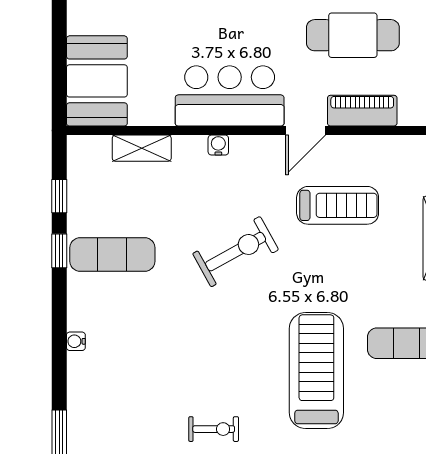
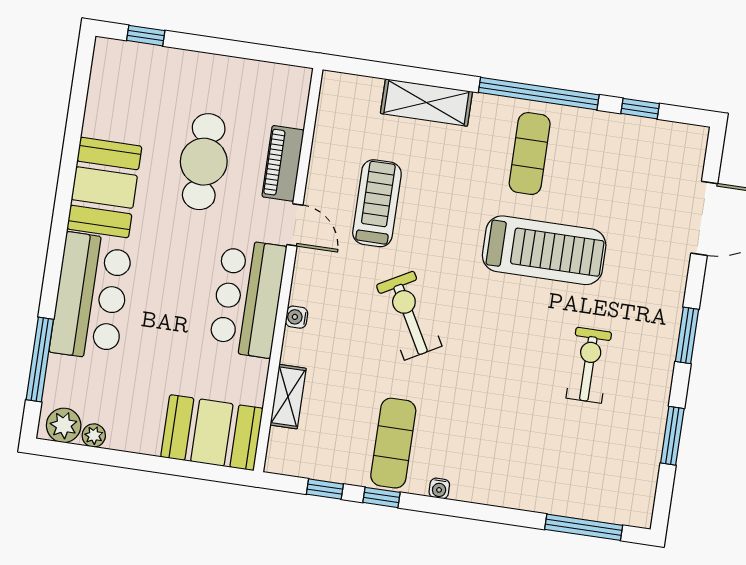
water cooler: (76, 341) -> (439, 488), moved
treadmill: (316, 371) -> (544, 250), turned 180
exercise bike: (214, 429) -> (589, 365), width x1.38, depth x1.39

